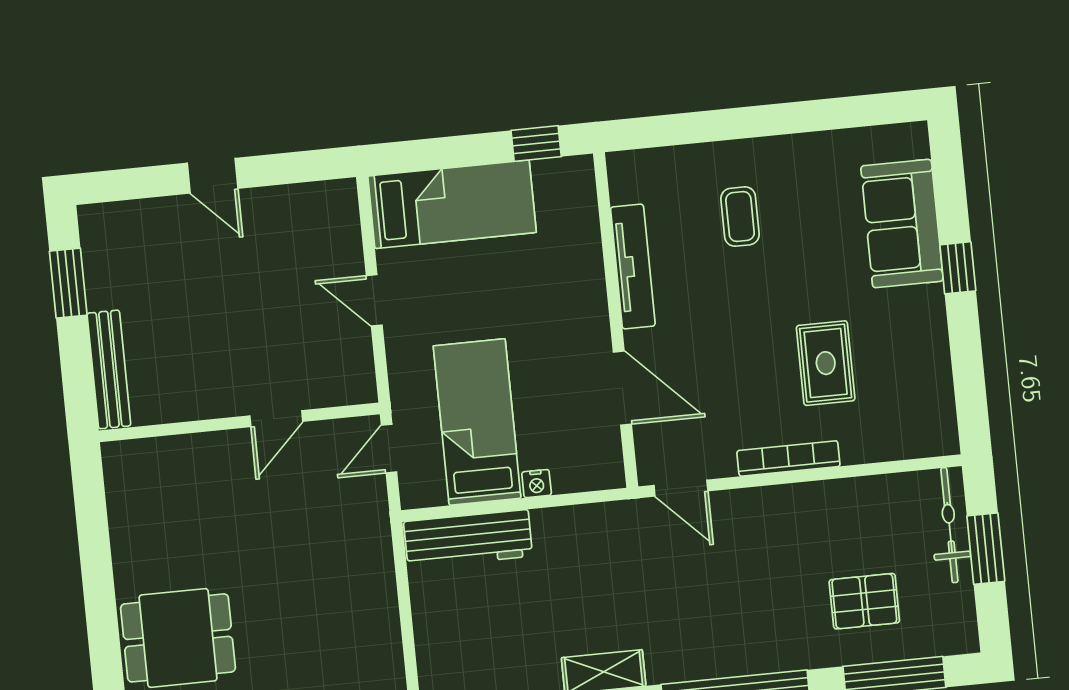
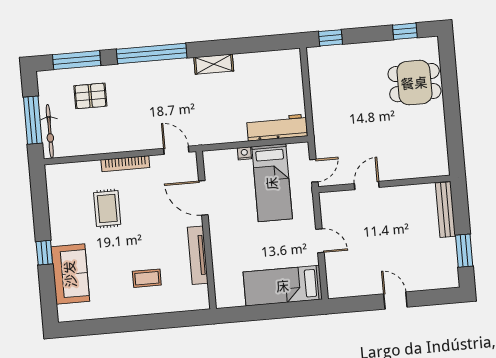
window: (536, 143) -> (243, 314), removed
coffee table: (740, 217) -> (147, 278), turned 90
window: (986, 549) -> (33, 120), width x1.44

